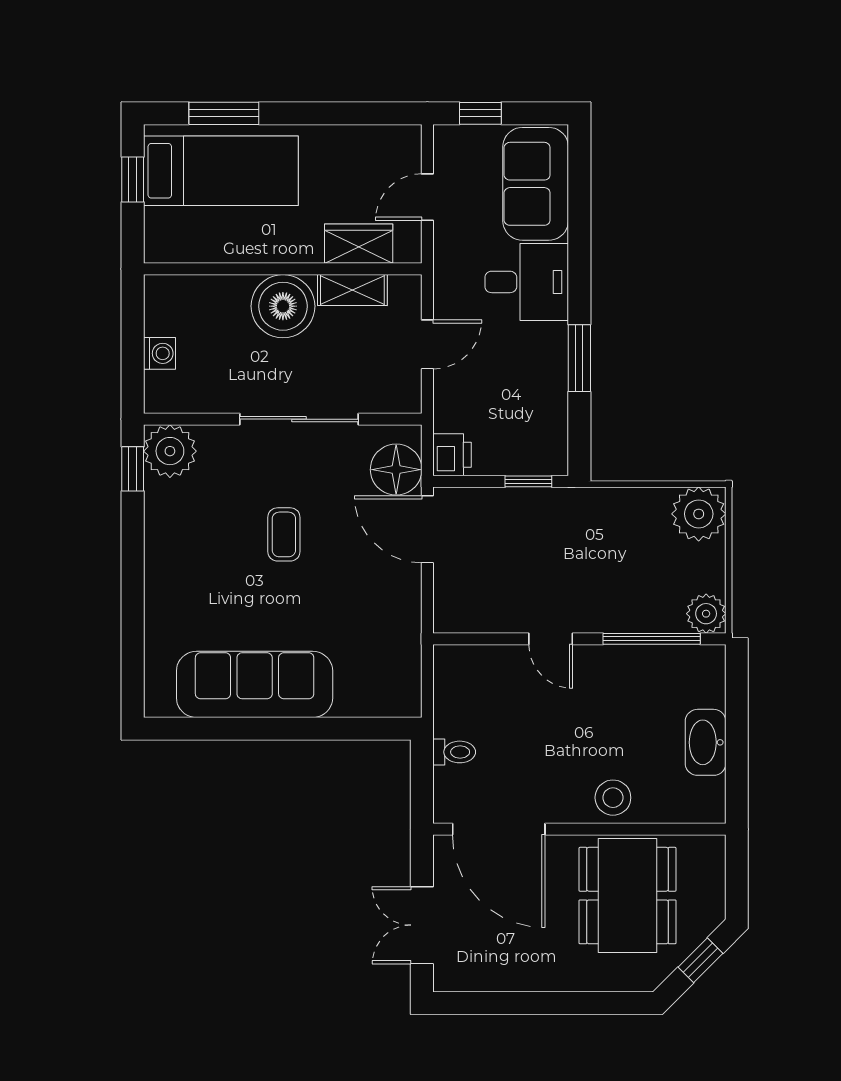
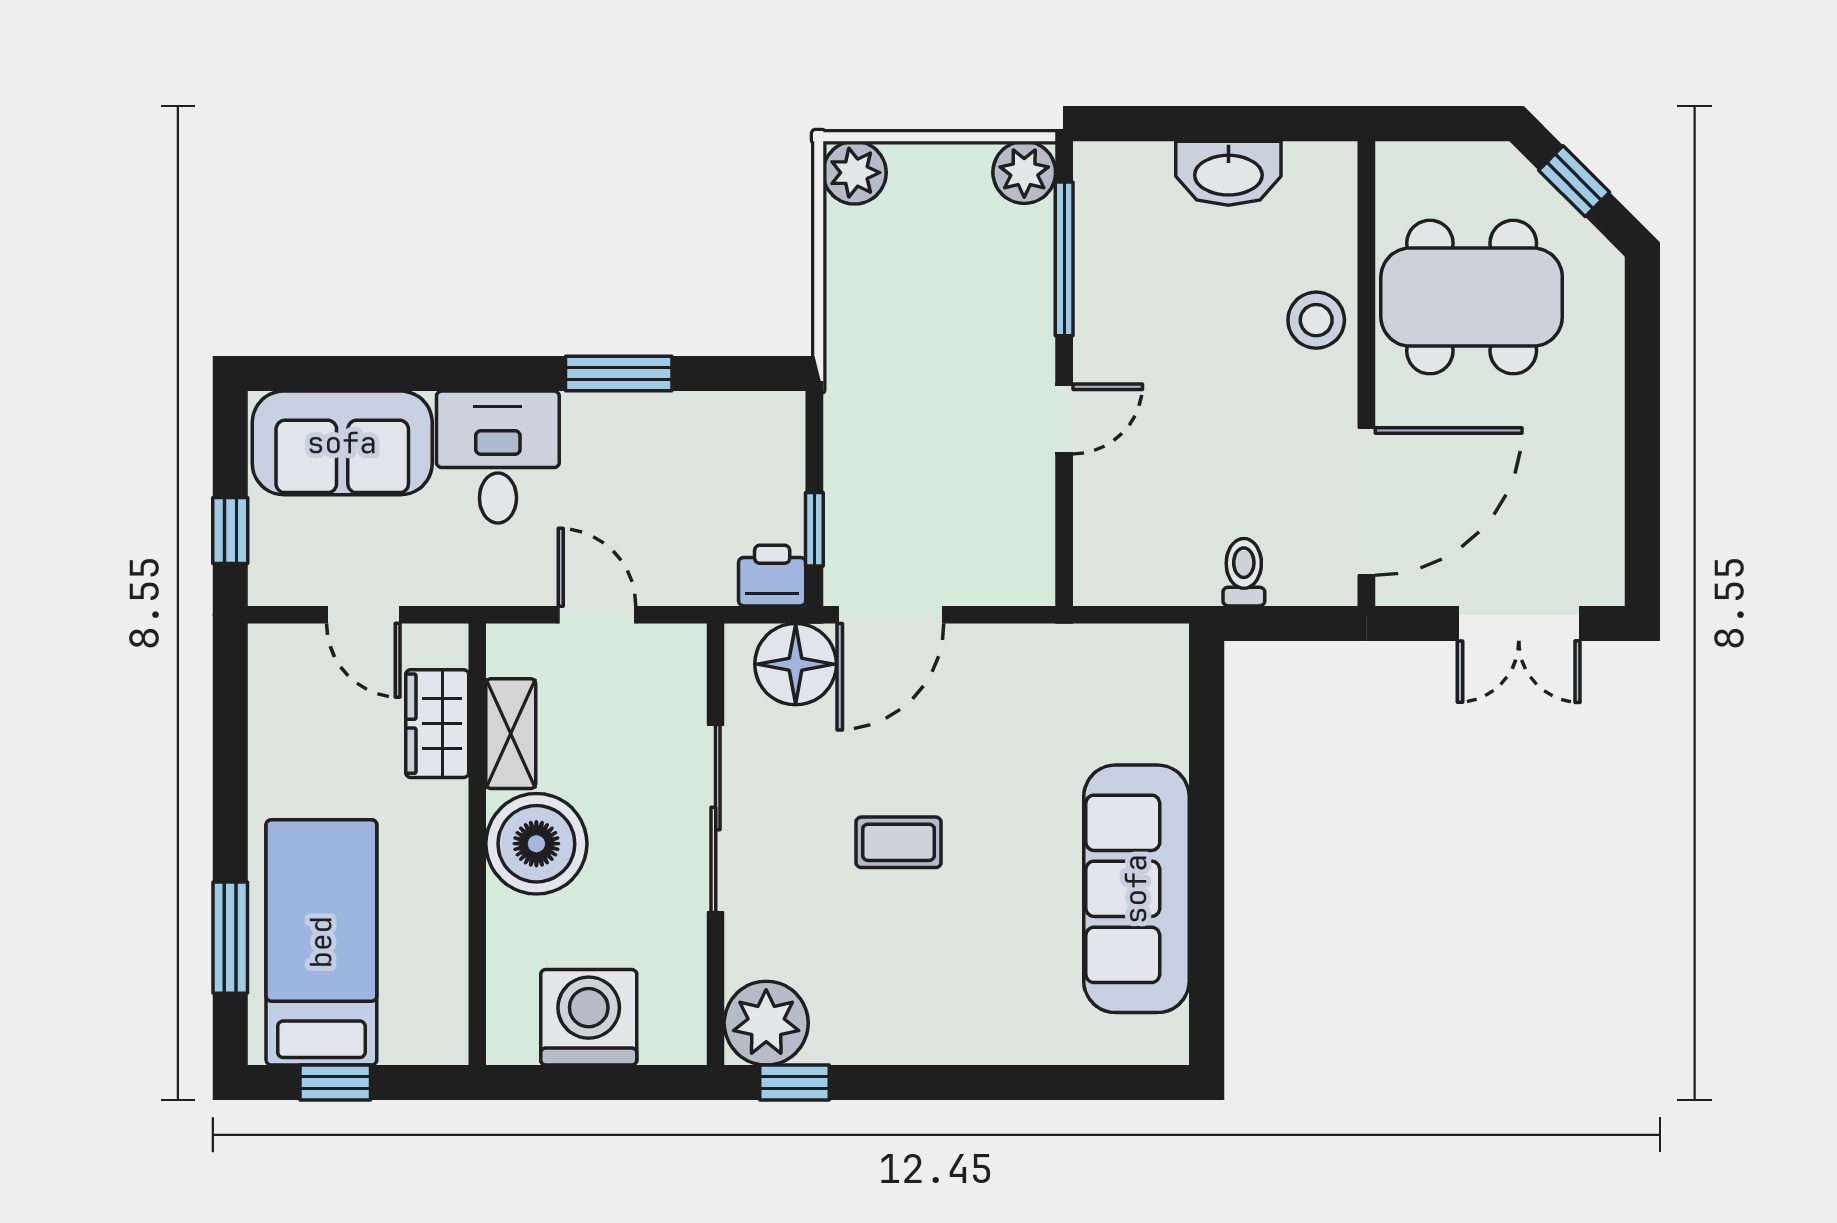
washing machine: (159, 353) -> (589, 1017), width x1.89, depth x1.89
window: (528, 481) -> (814, 529), moved
plant: (699, 514) -> (855, 173), width x0.73, depth x0.73

